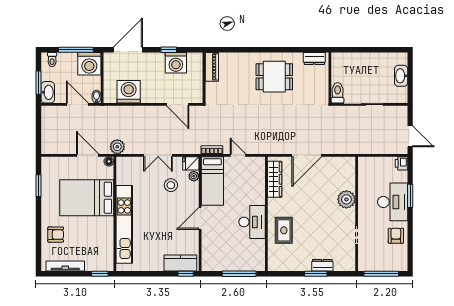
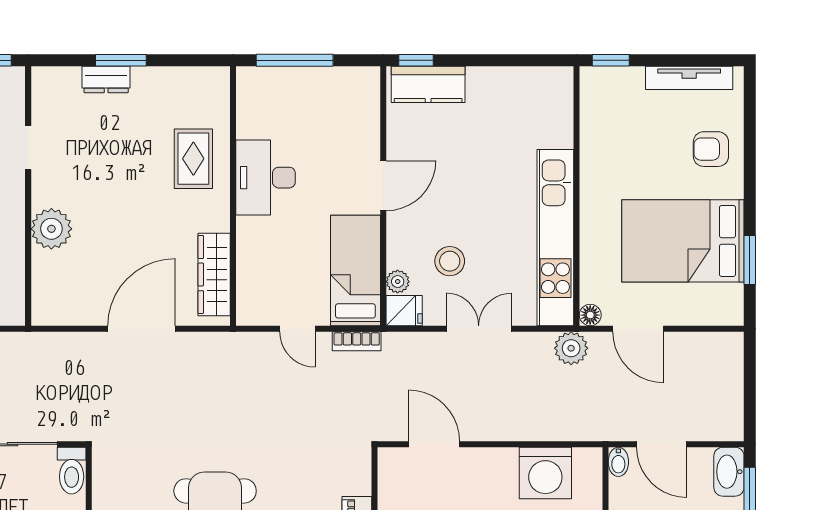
bed: (87, 198) -> (683, 241), moved, turned 180
kitchen unit: (124, 224) -> (555, 238), moved

